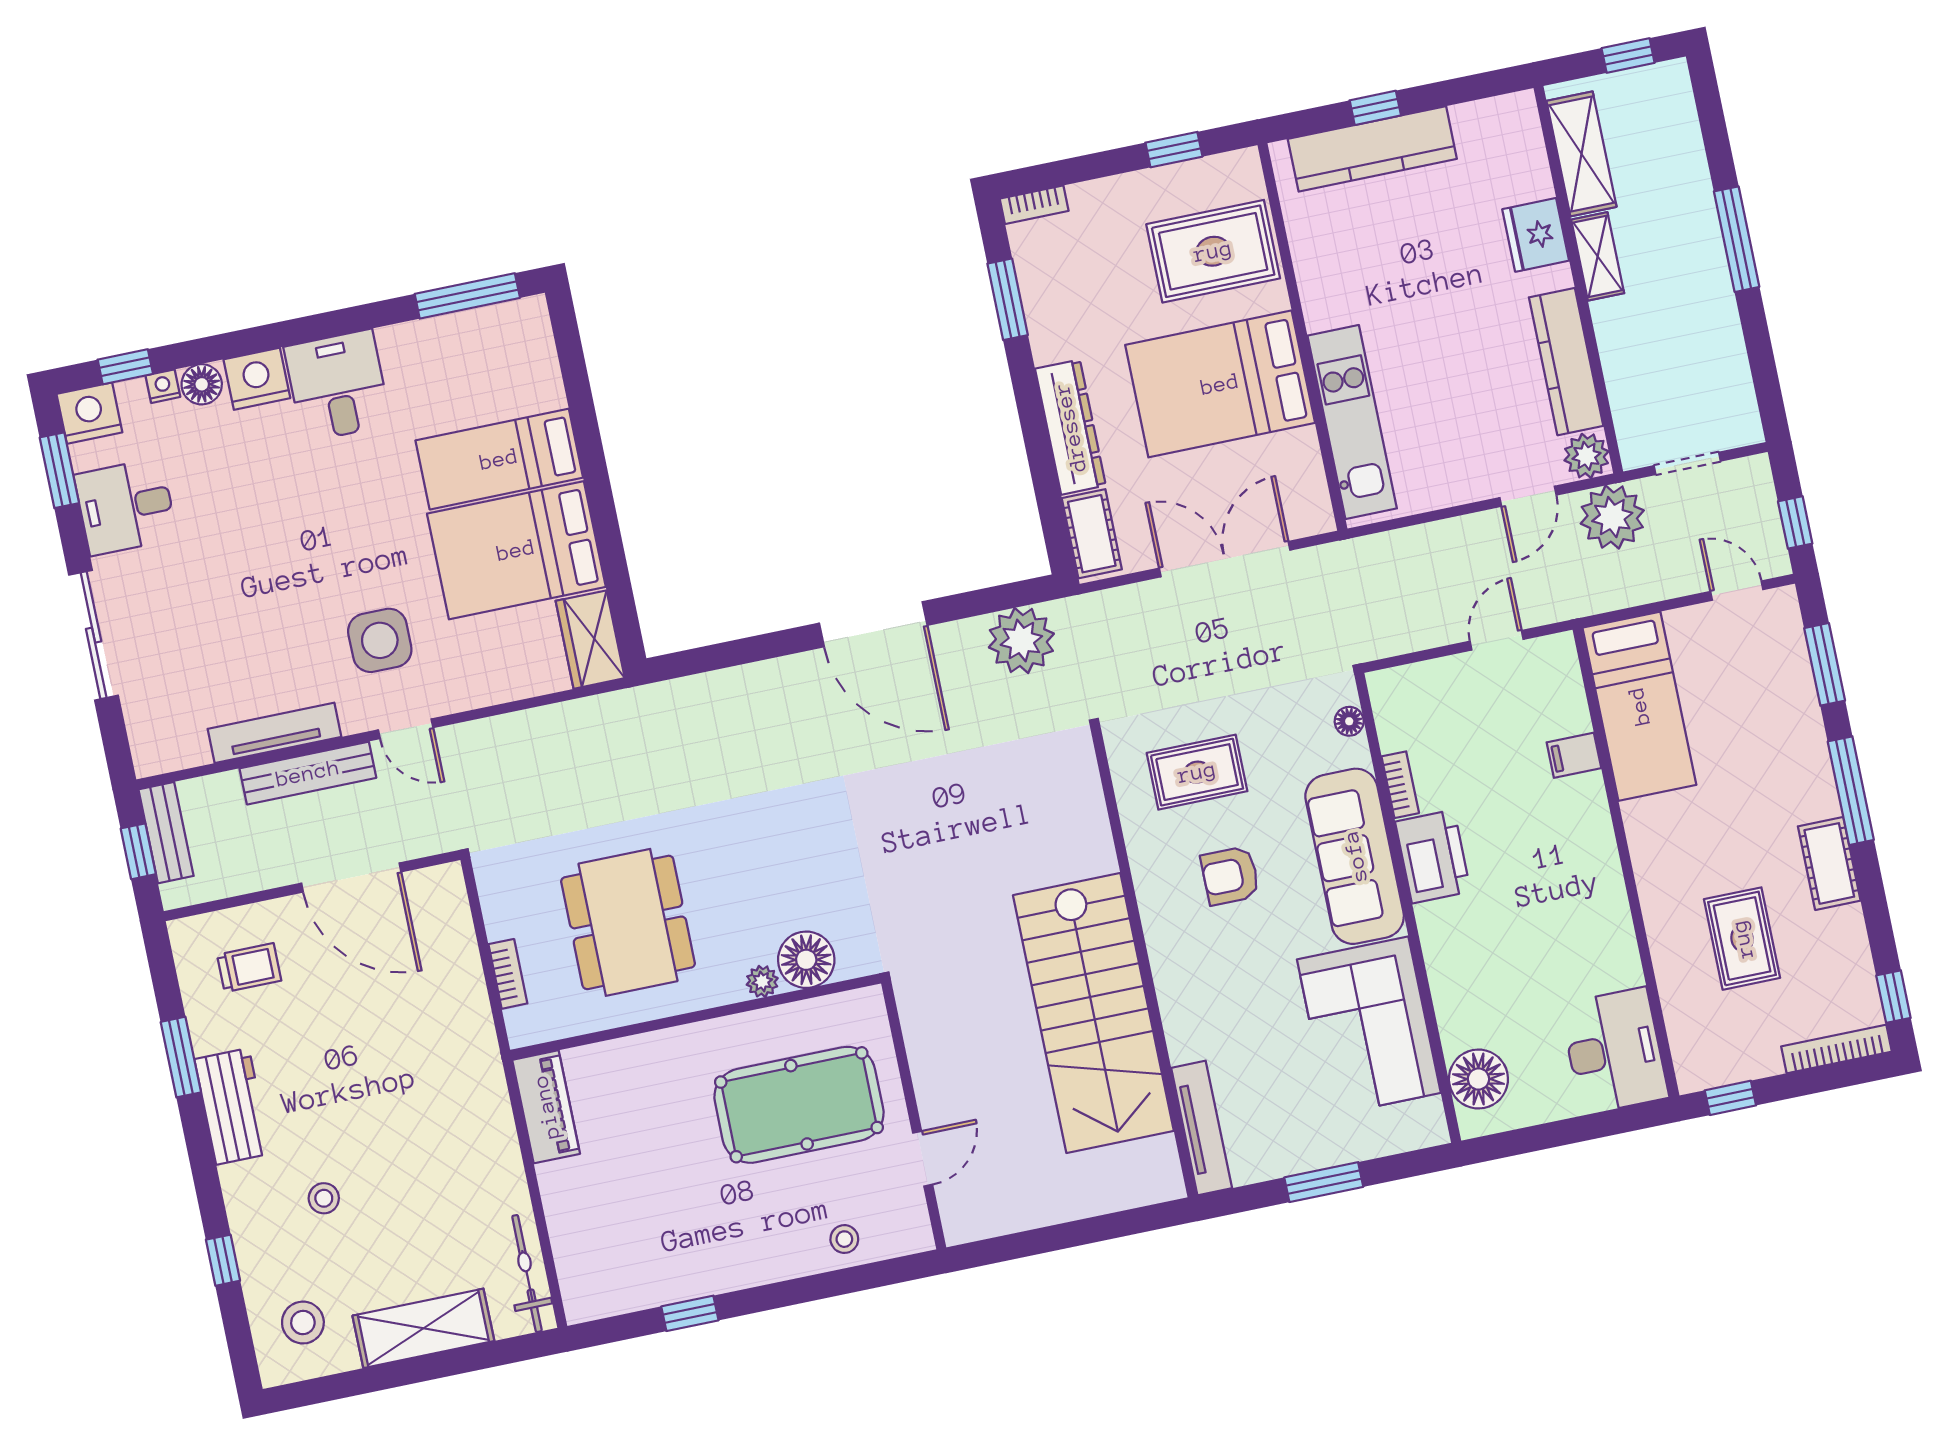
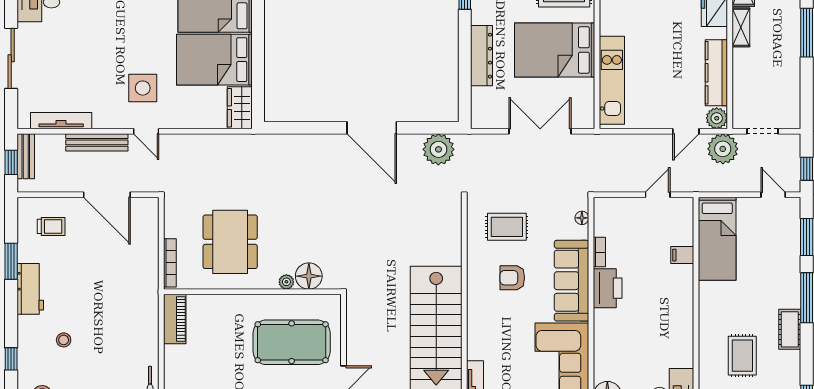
cot: (1092, 534) -> (481, 107), removed
tv unit: (274, 733) -> (61, 121), moved
bookcase: (508, 974) -> (170, 263), width x1.56

